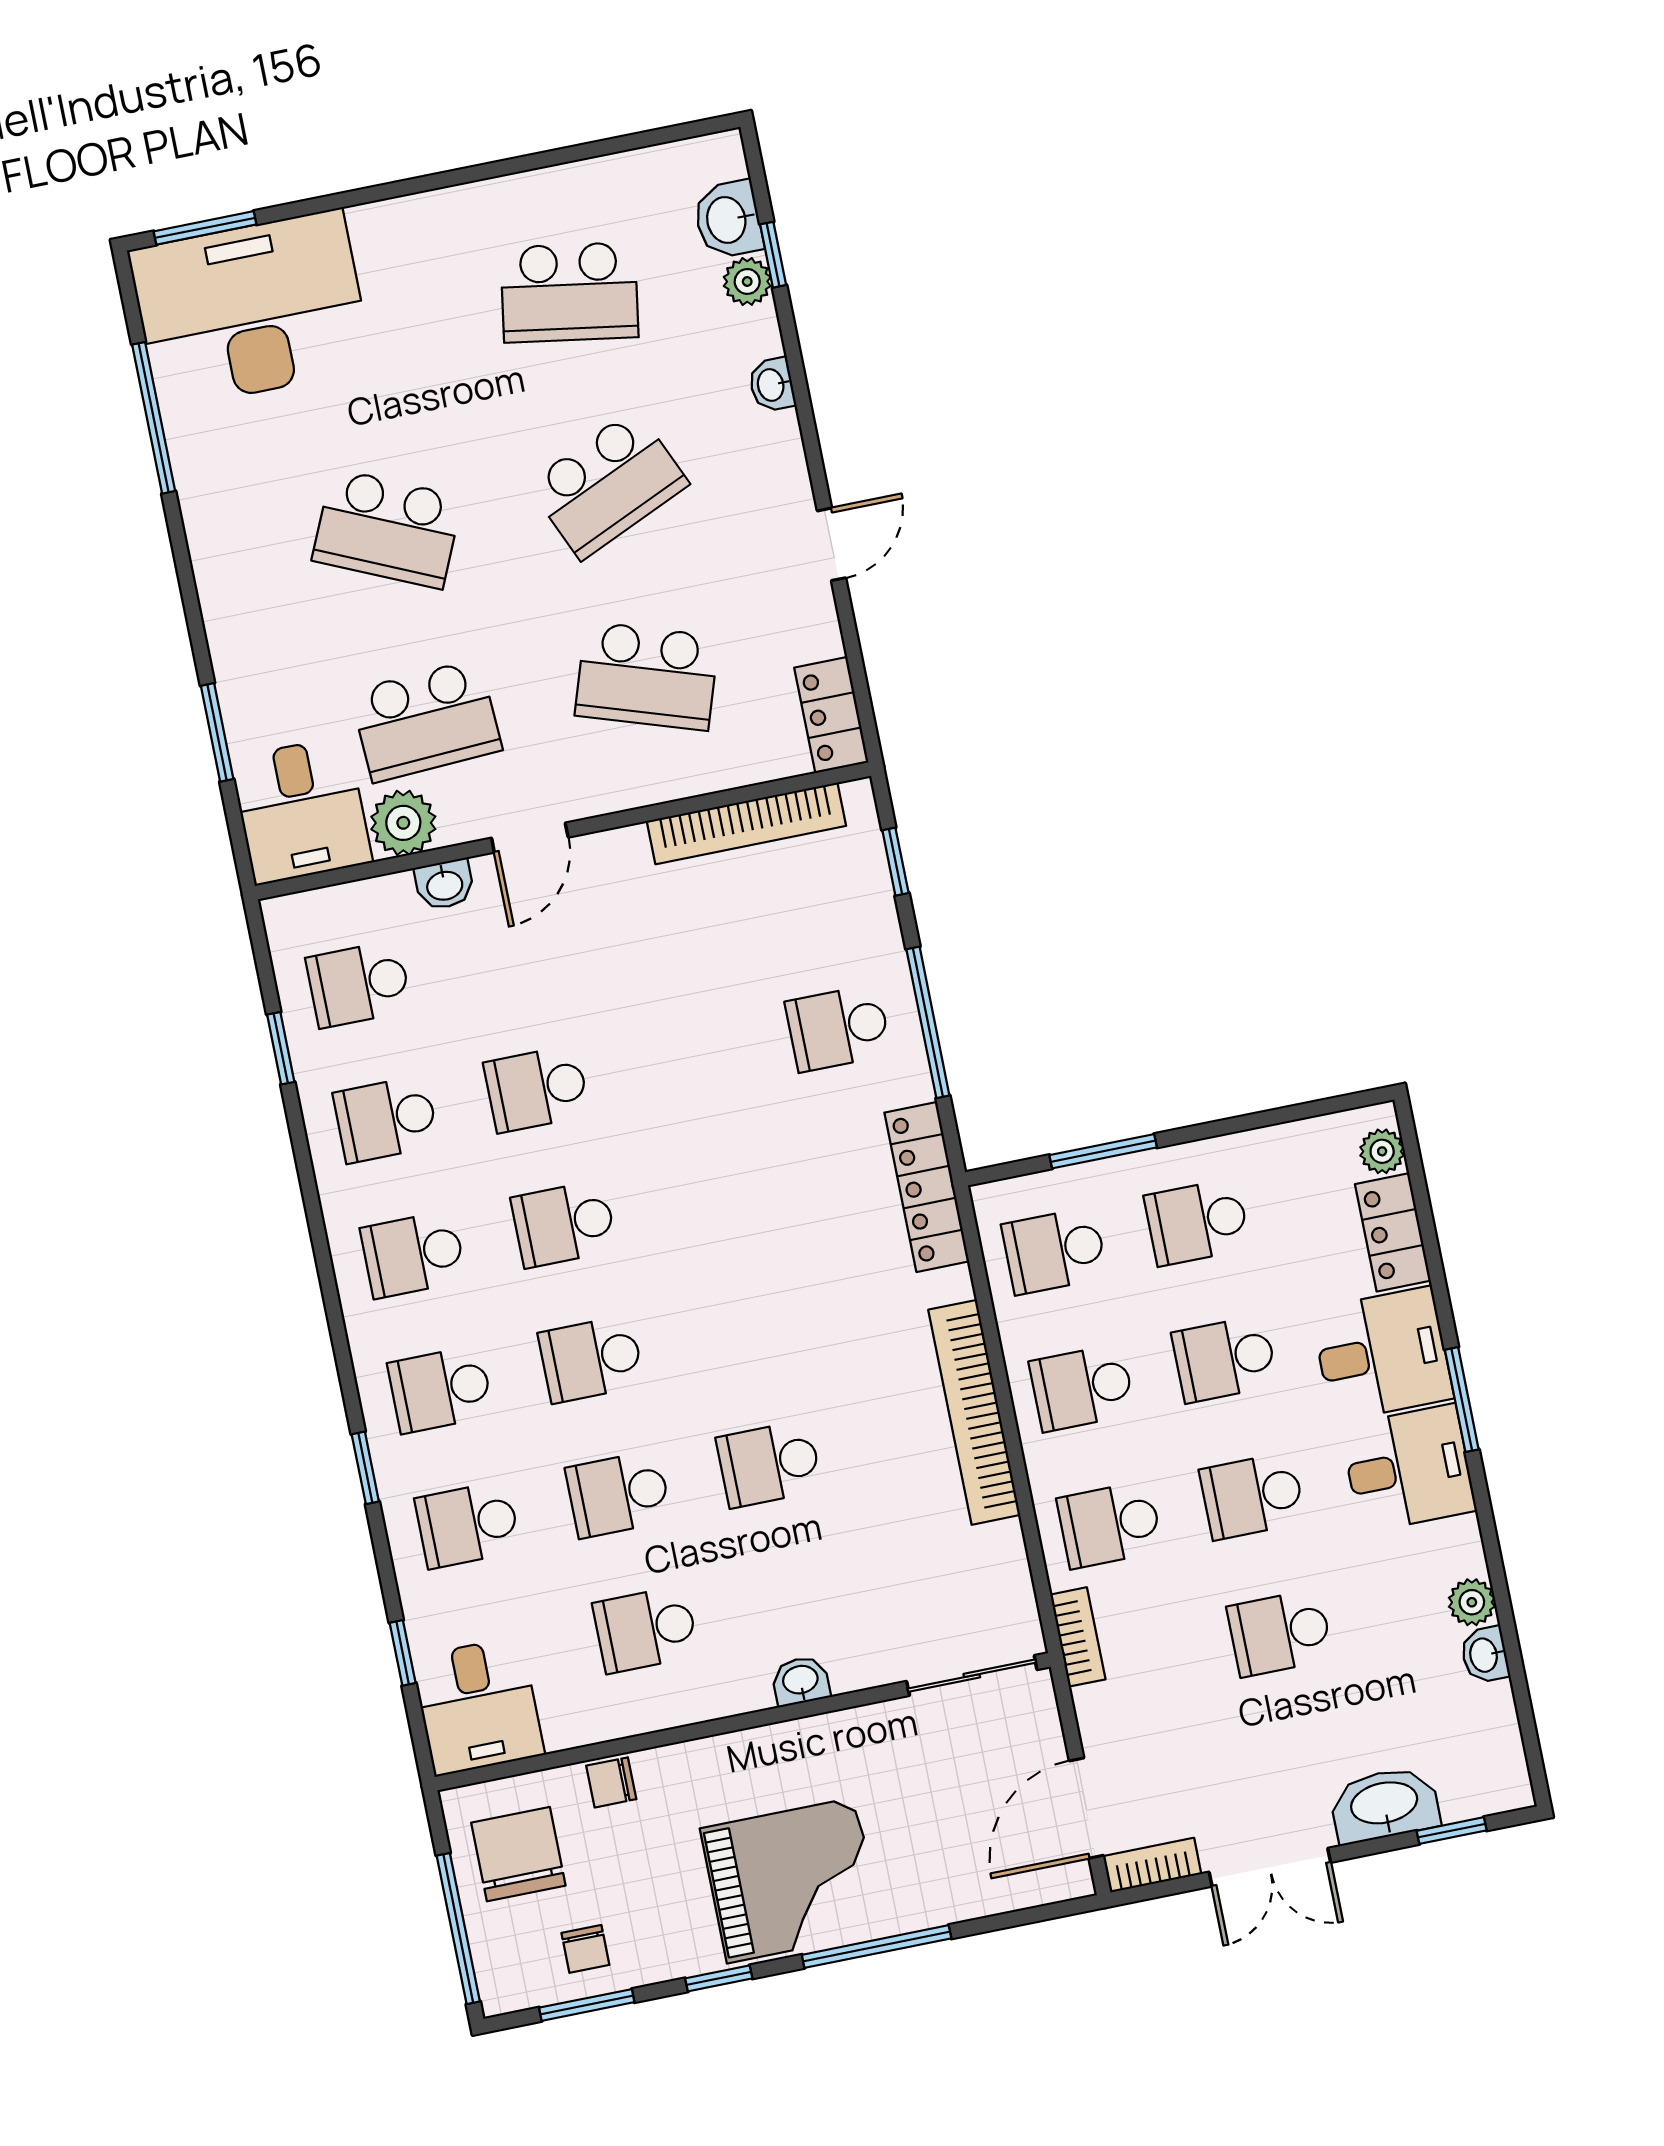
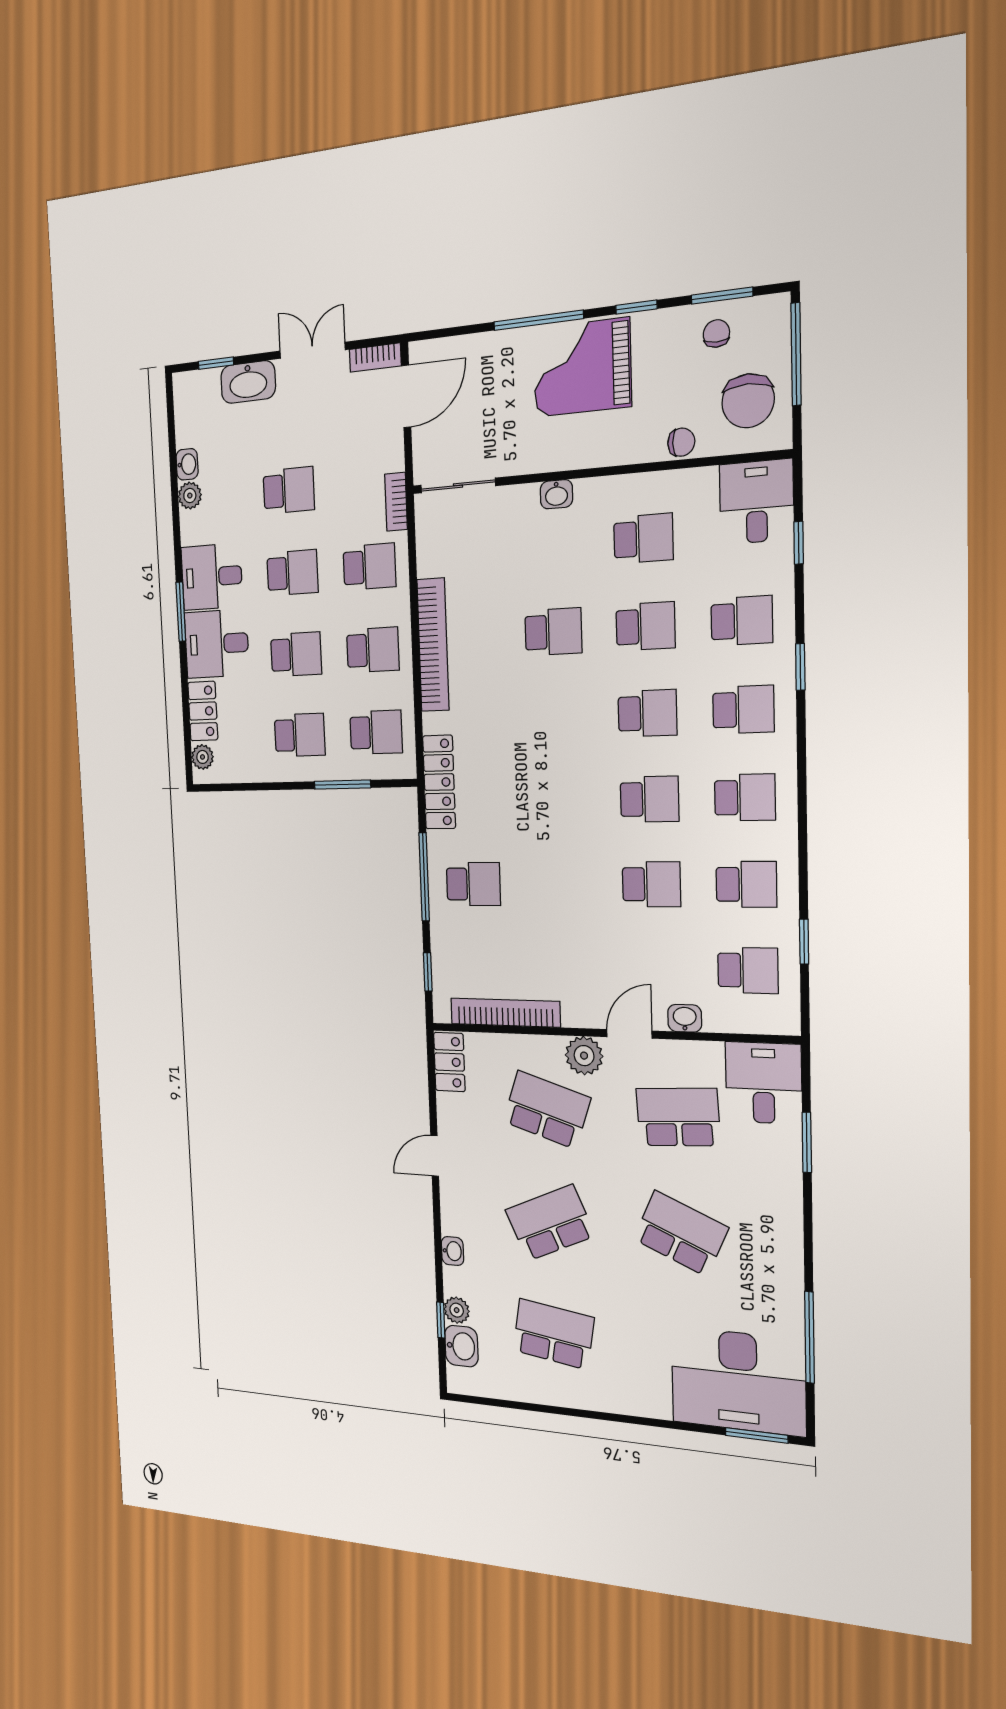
plant: (403, 823) -> (584, 1056), moved

